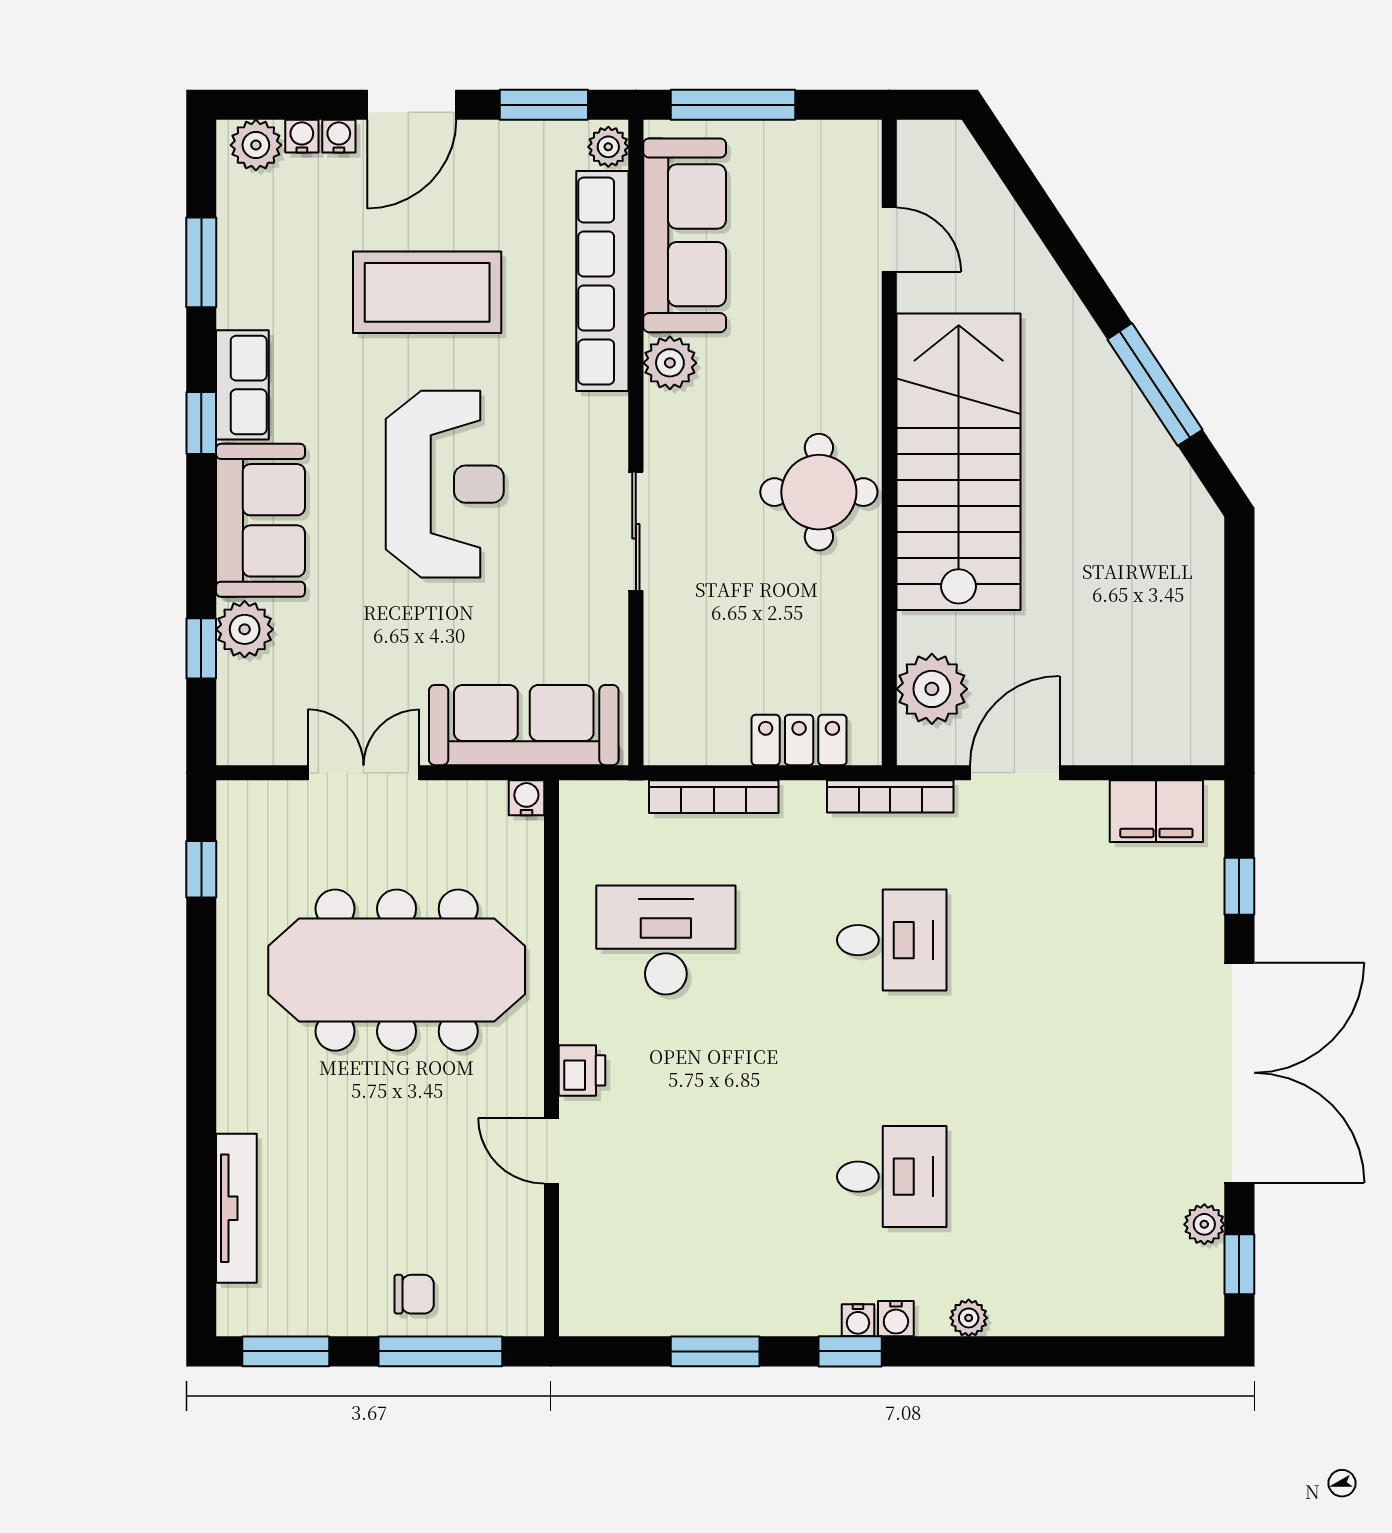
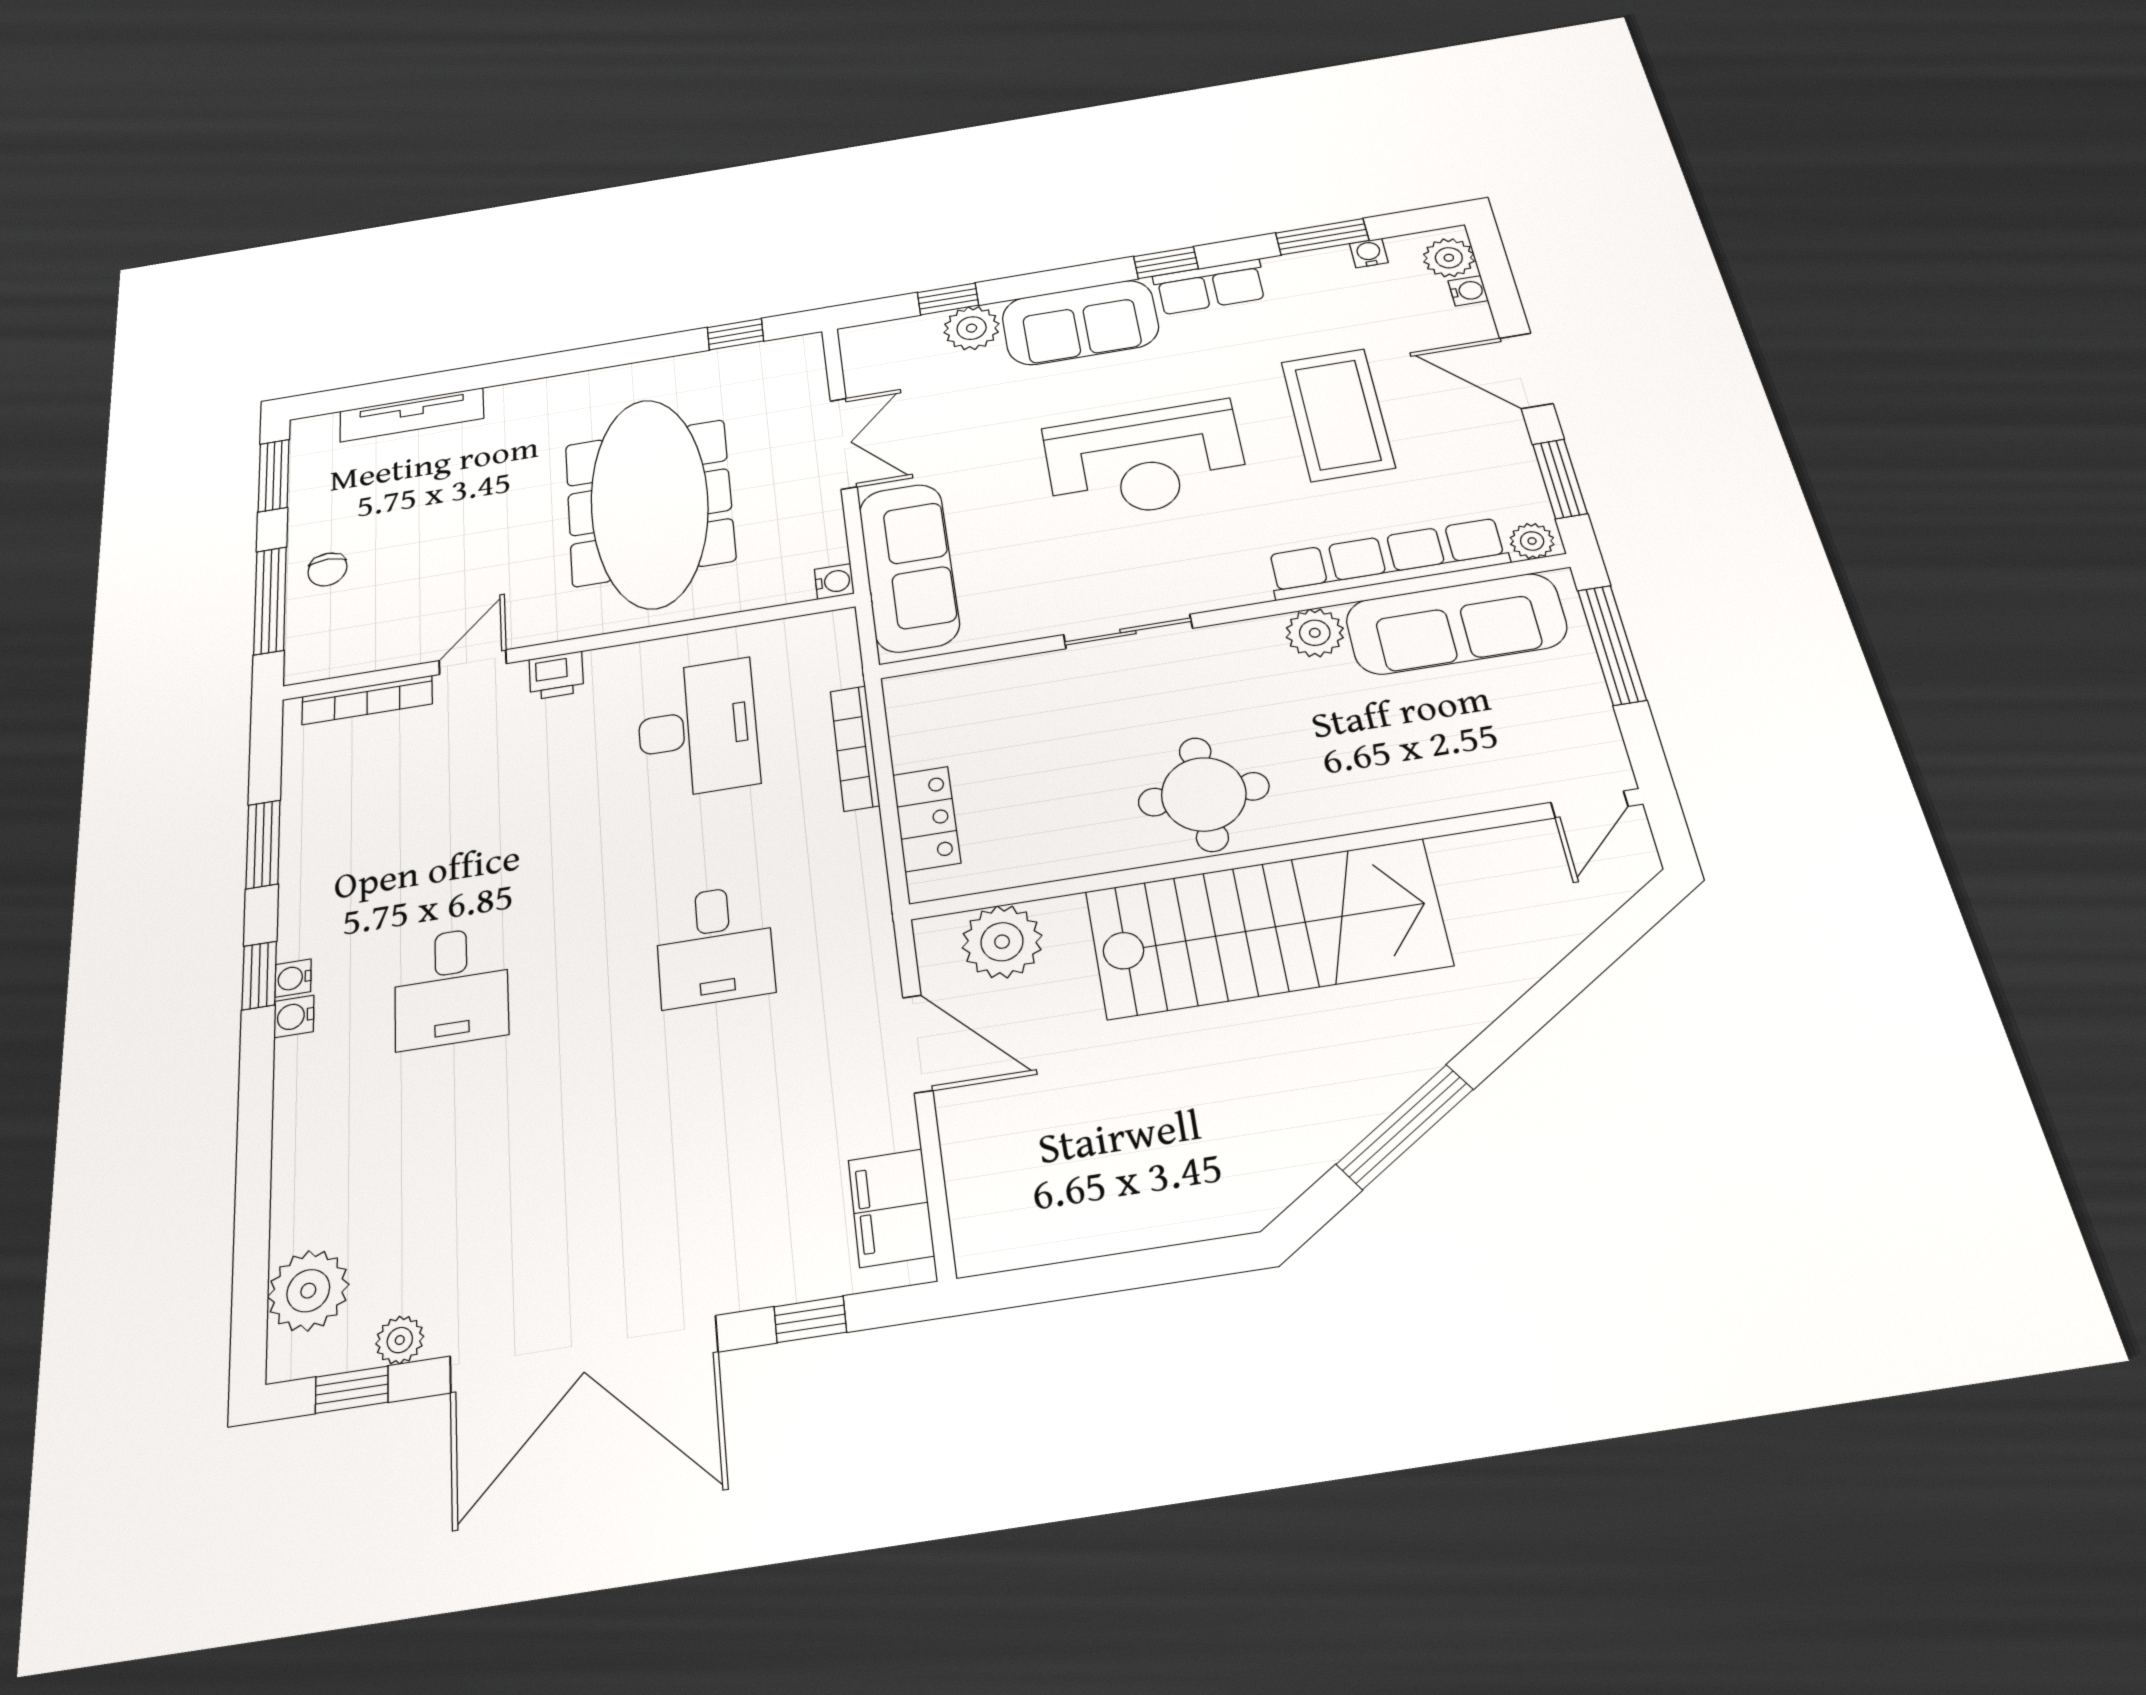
water cooler: (339, 136) -> (1369, 253), moved, turned -90
door: (889, 240) -> (1589, 804), moved
bookcase: (890, 796) -> (367, 700), moved, turned -90
plant: (969, 1318) -> (308, 1291), moved, width x1.88, depth x1.88

